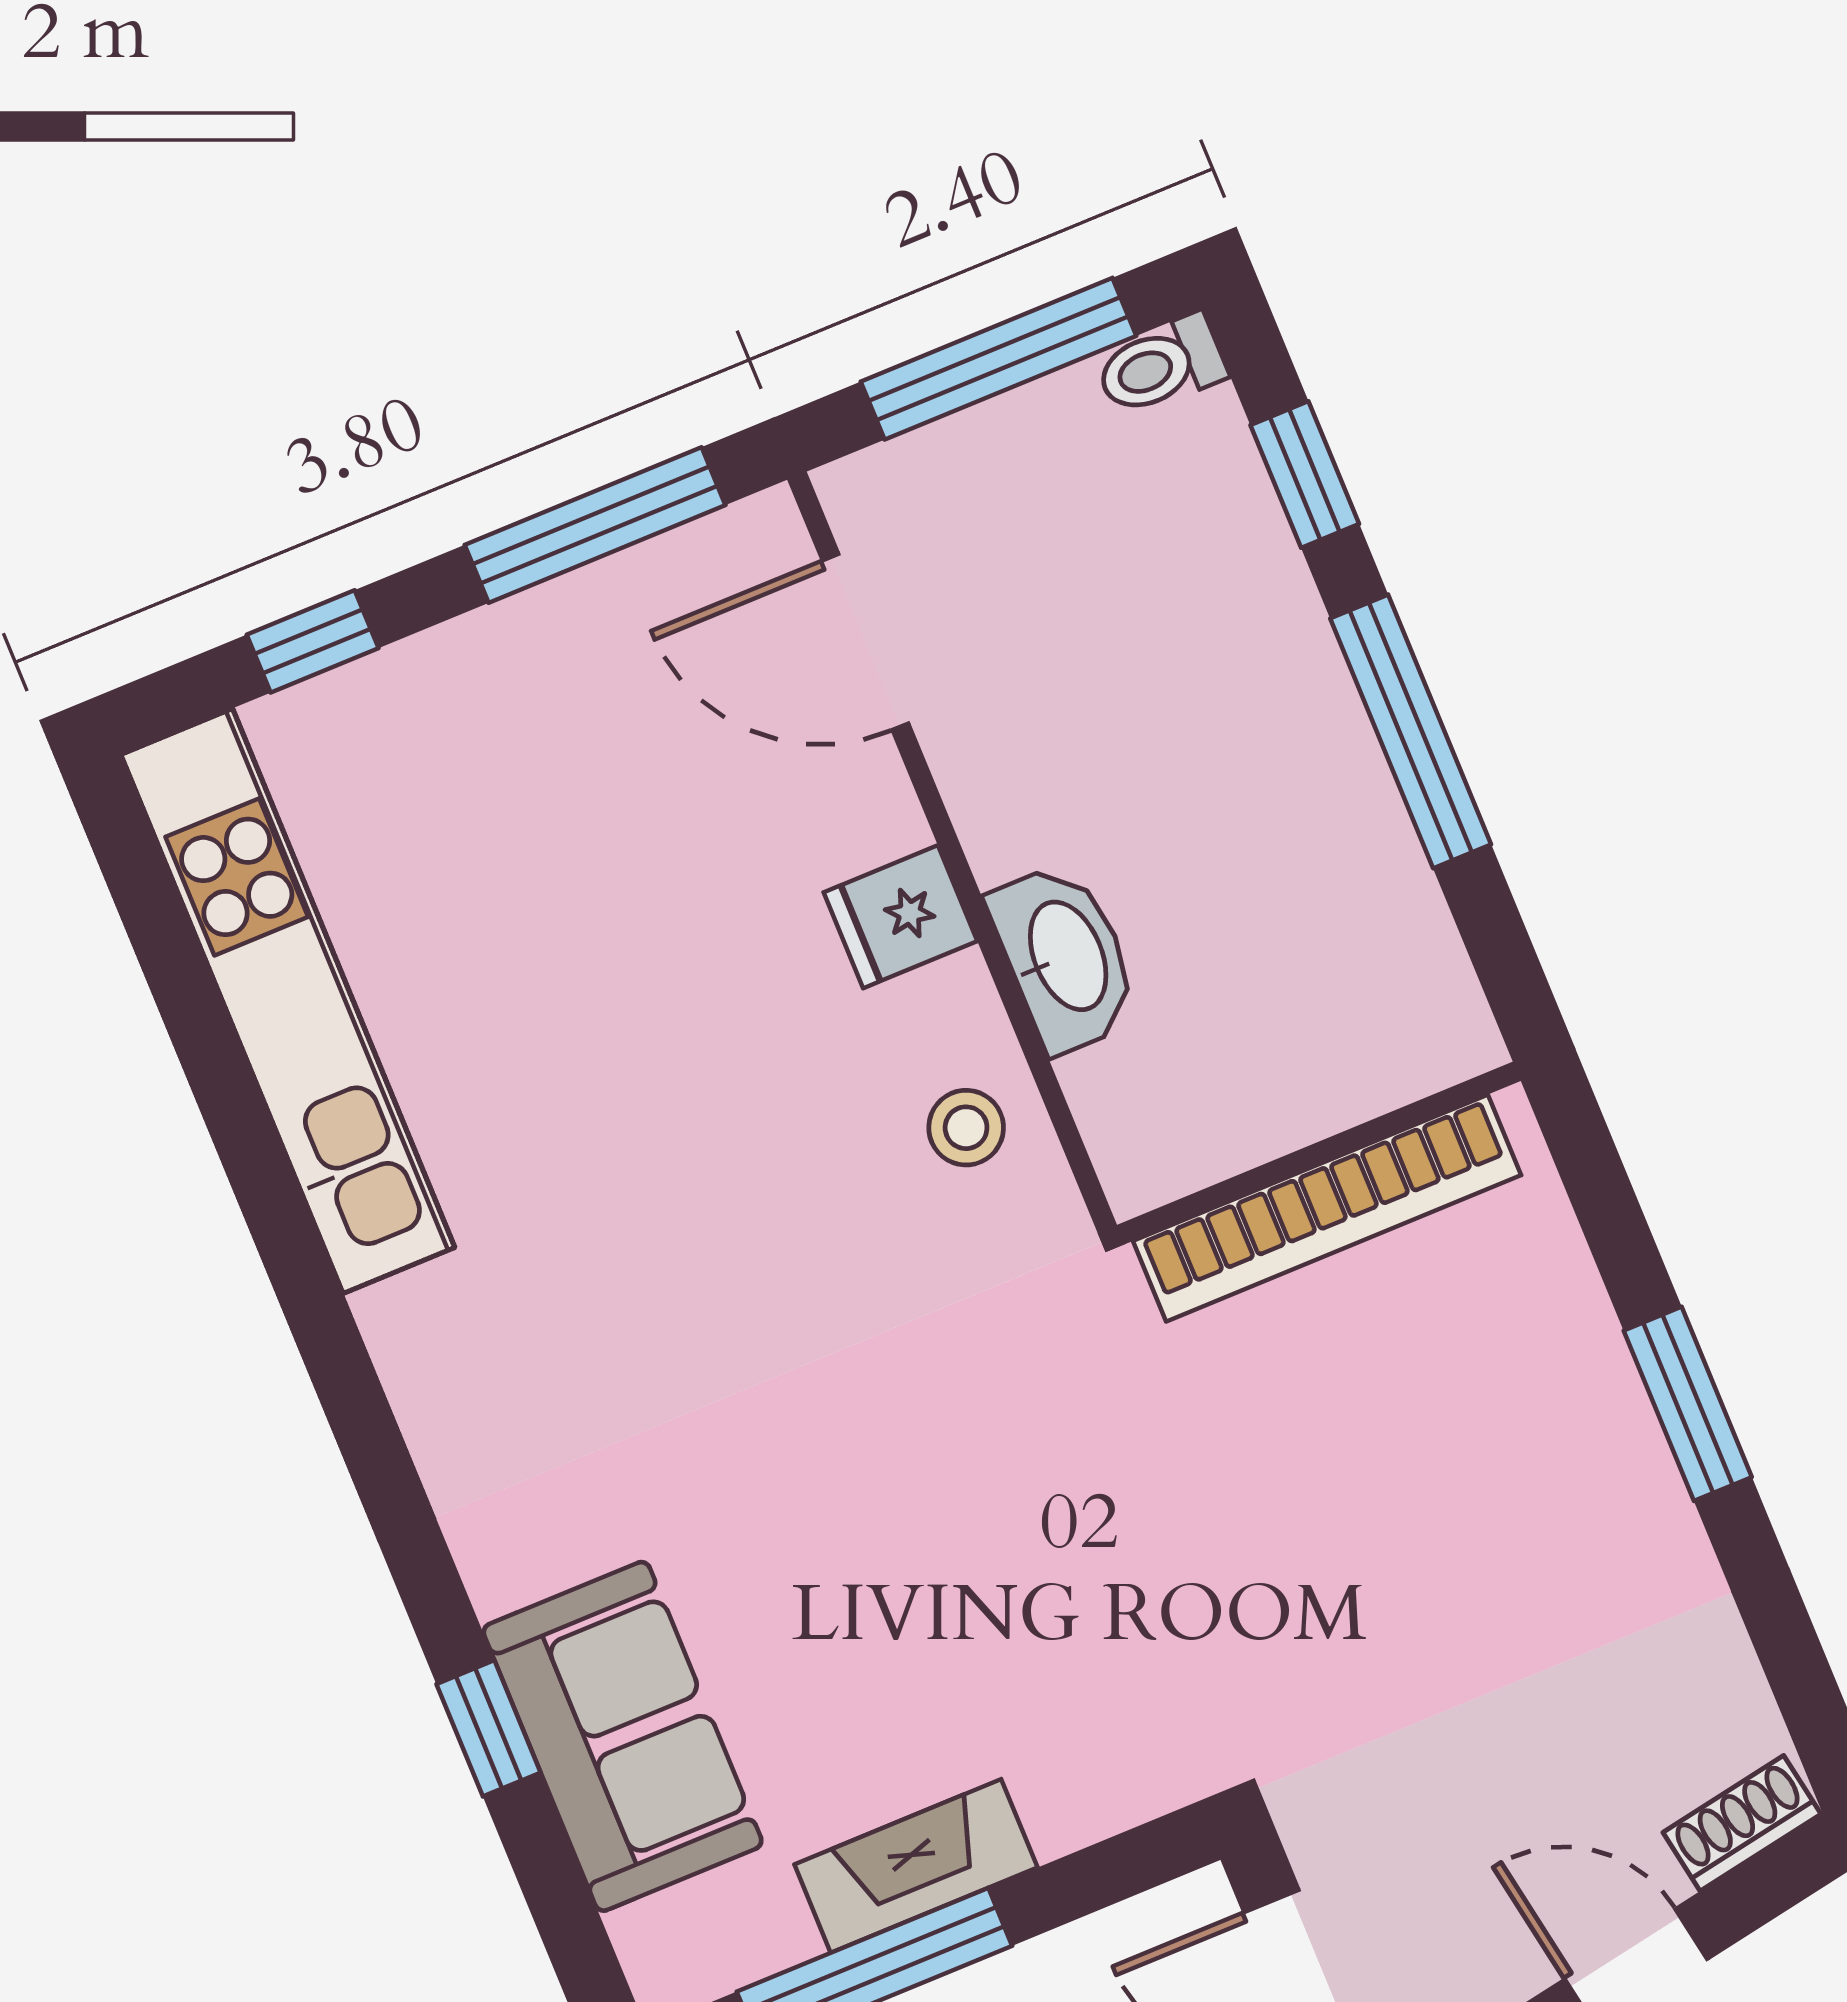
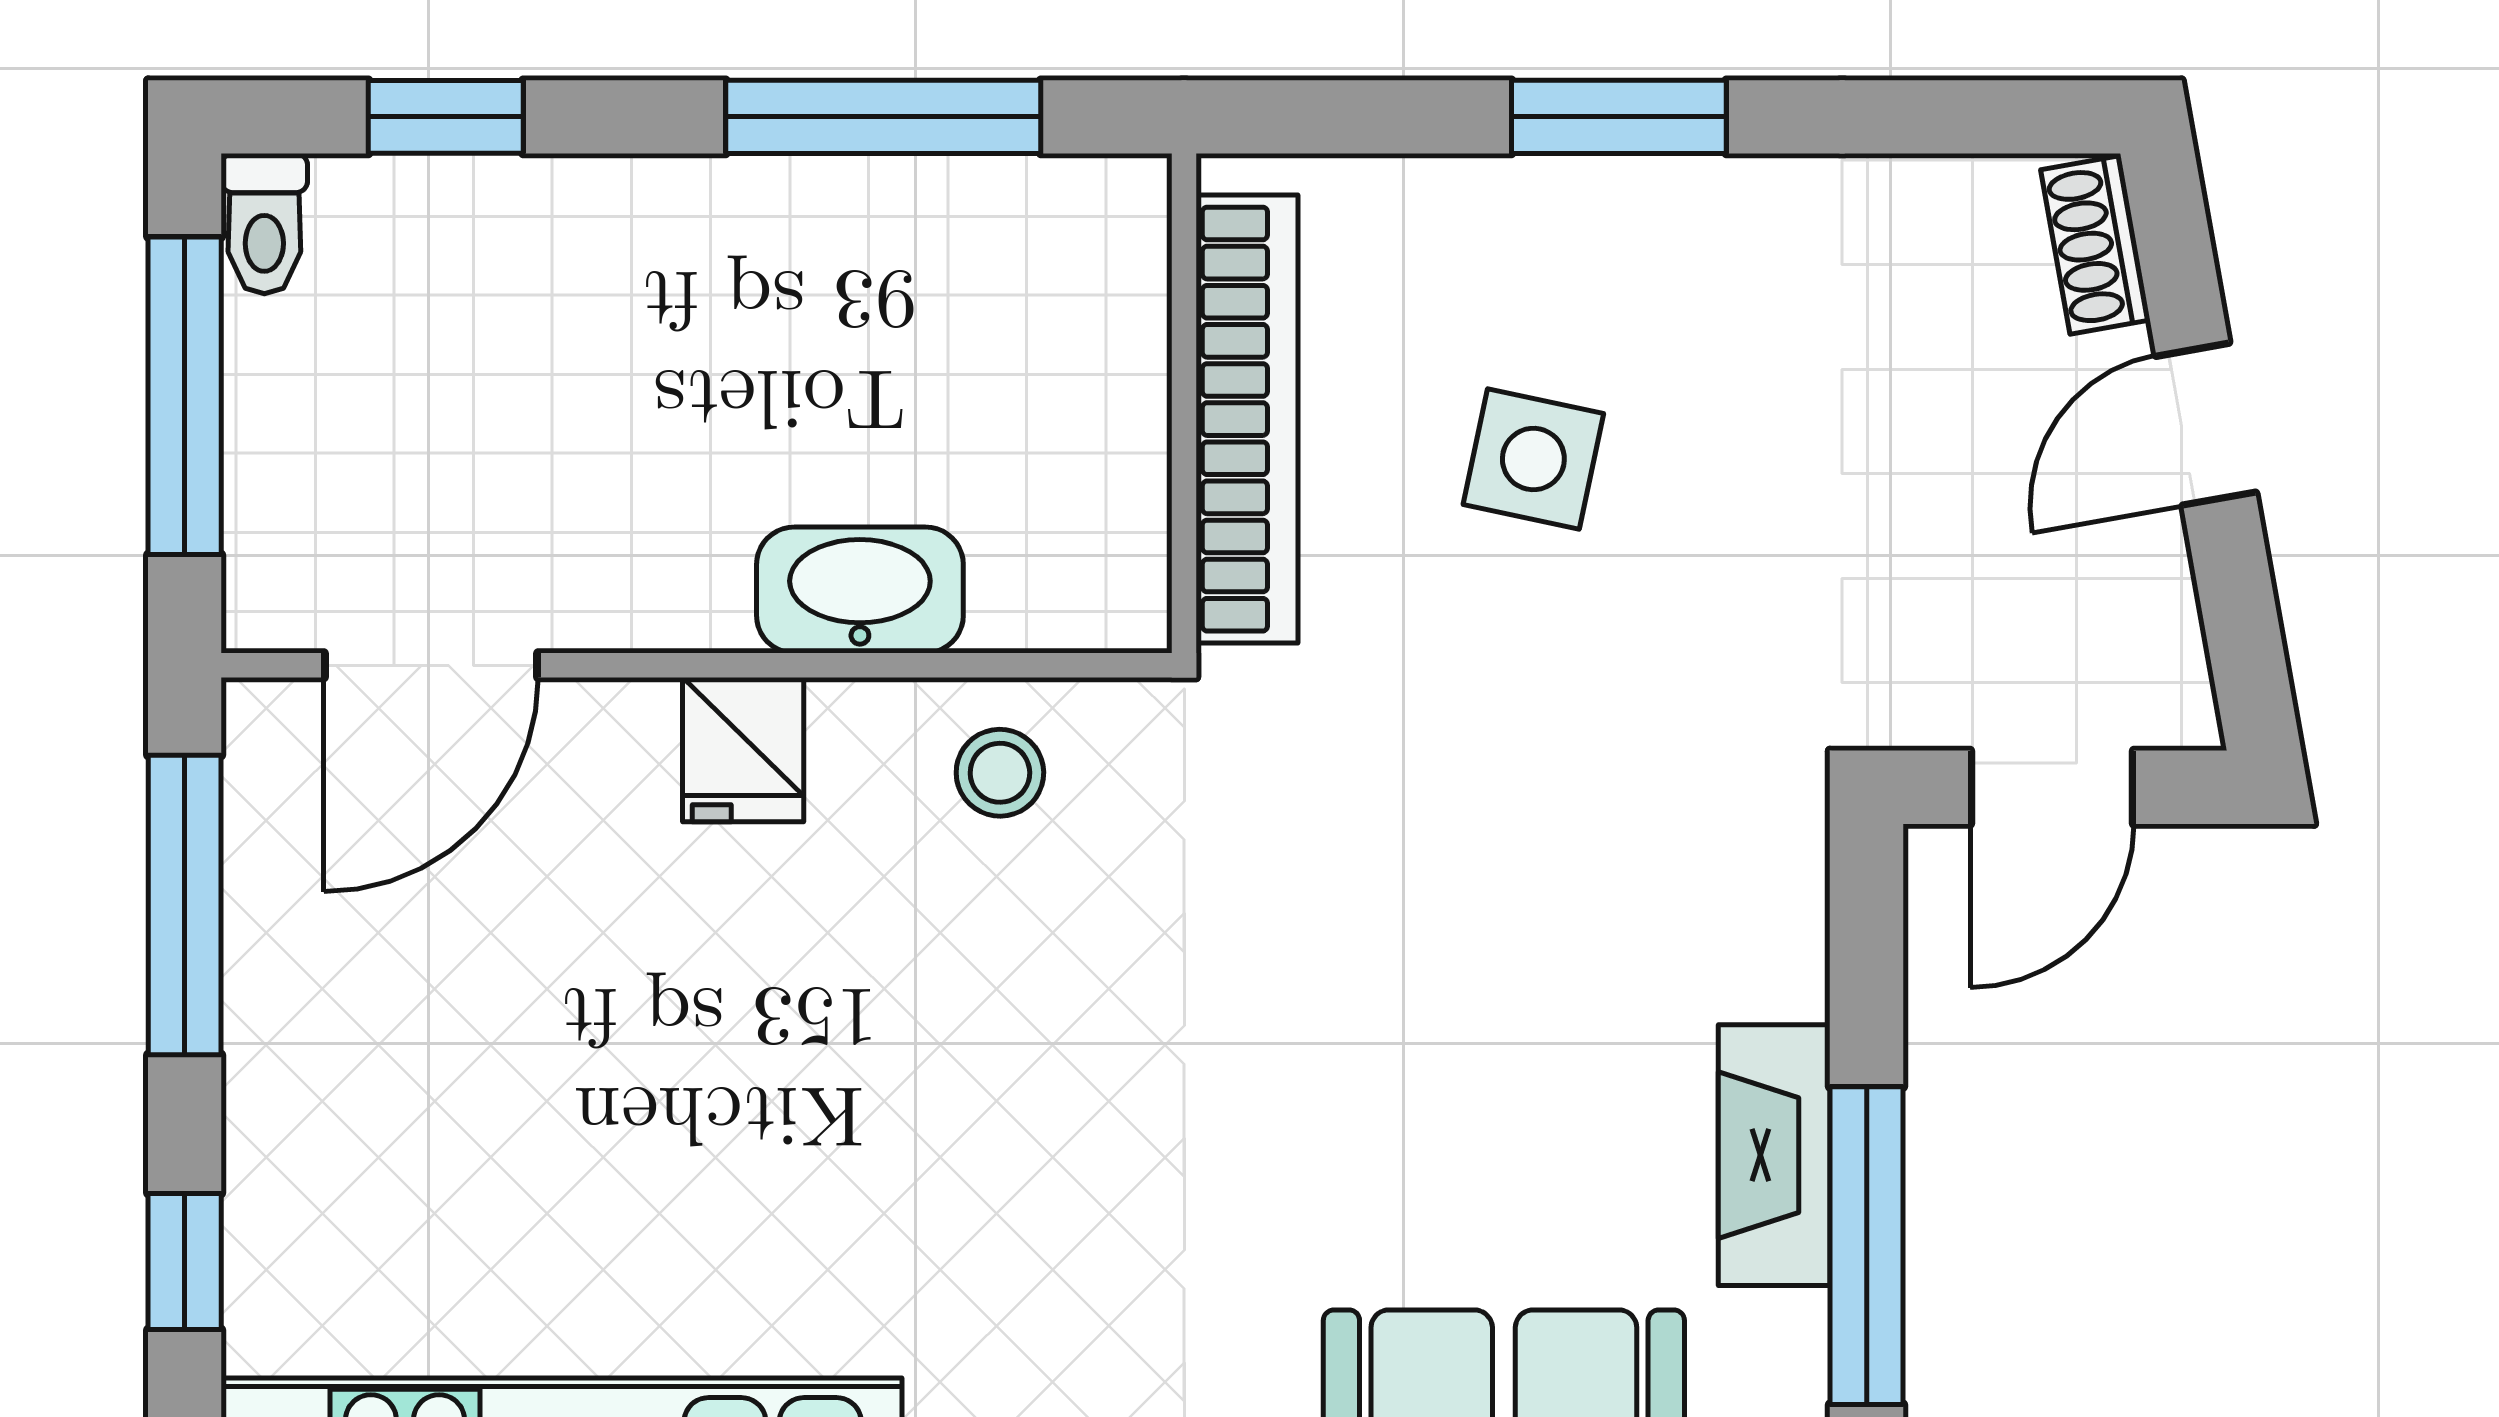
window: (1411, 731) -> (883, 117), moved
side table: (1389, 1448) -> (1533, 459), added

